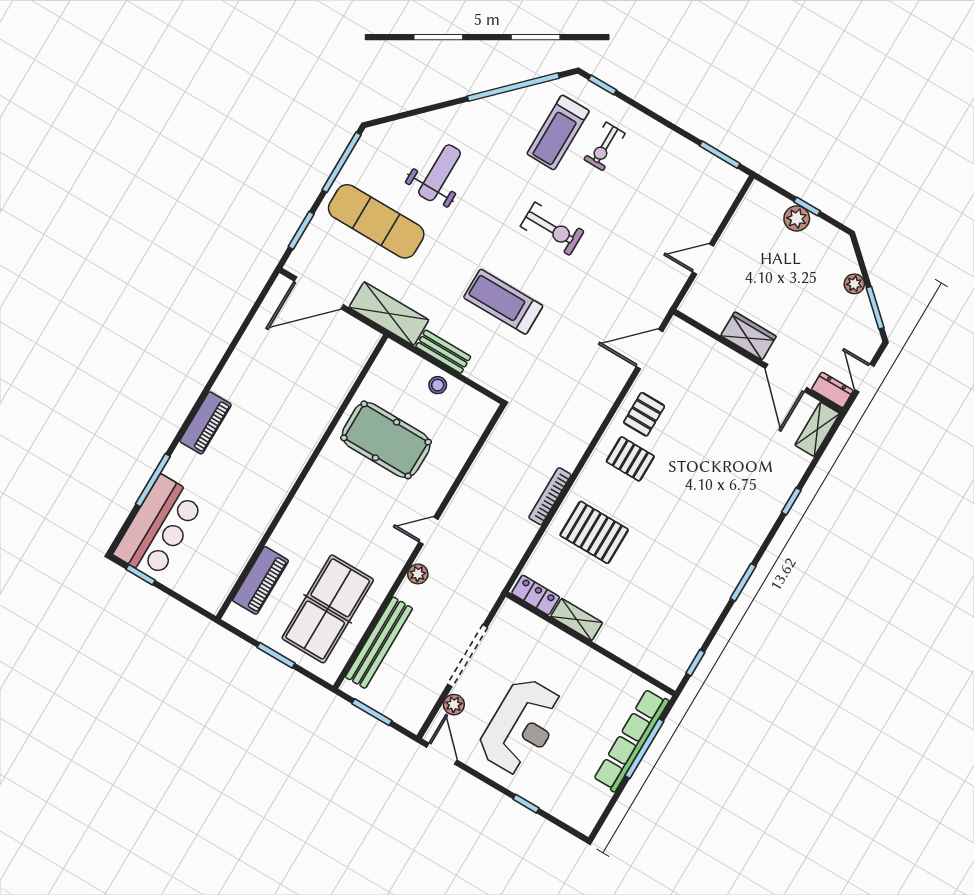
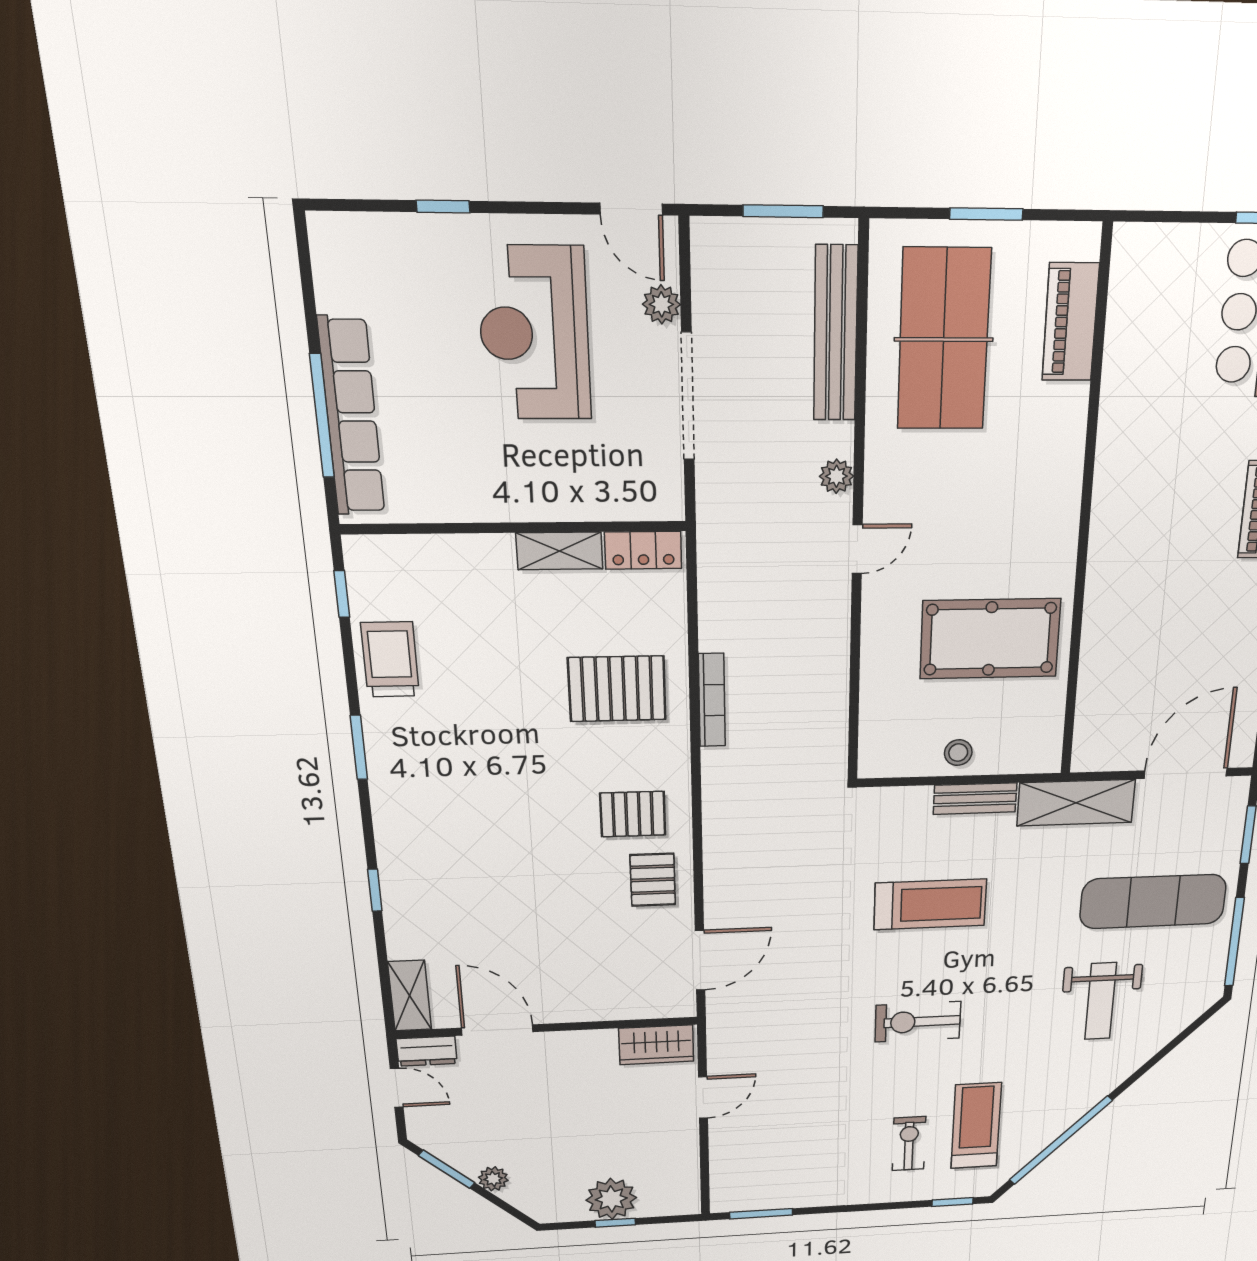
plant: (797, 218) -> (611, 1199), width x1.36, depth x1.36
wardrobe: (748, 336) -> (656, 1045), moved
trolley: (696, 617) -> (390, 659), added

